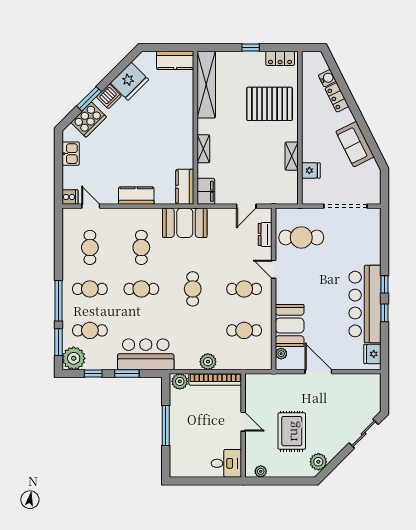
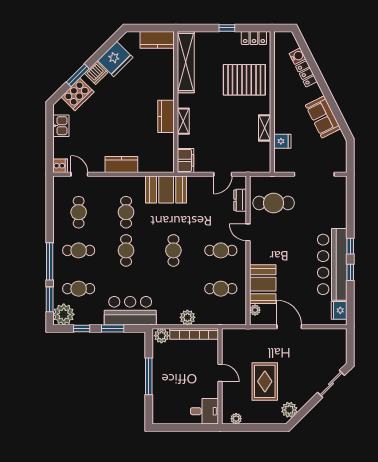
kitchen counter: (185, 187) -> (166, 116), moved
cafe table: (141, 289) -> (126, 250), turned 90

